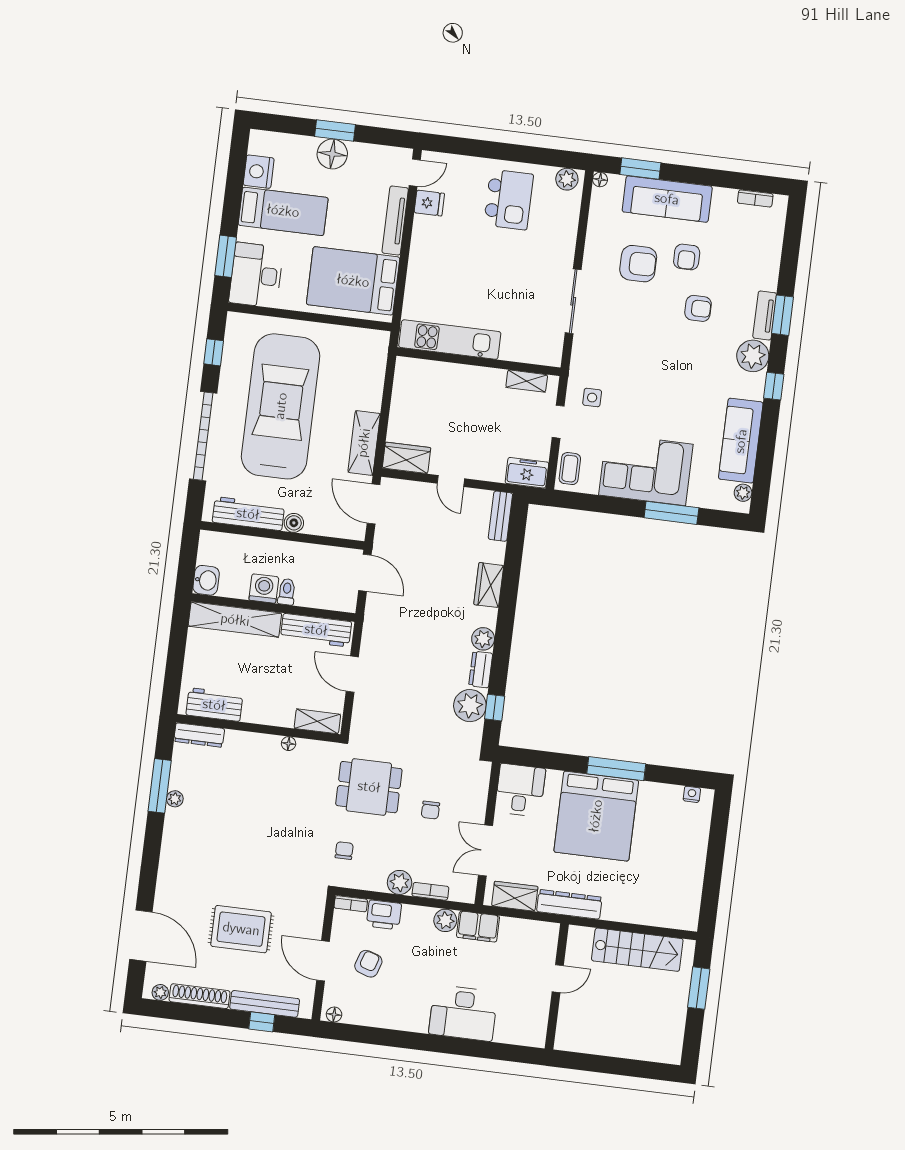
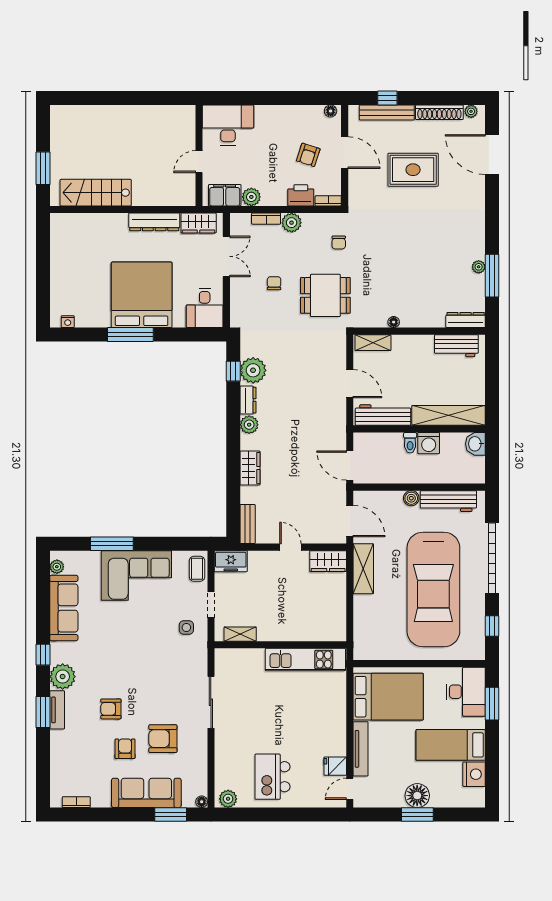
door: (558, 979) -> (199, 162), moved
wall: (557, 986) -> (199, 155), moved

